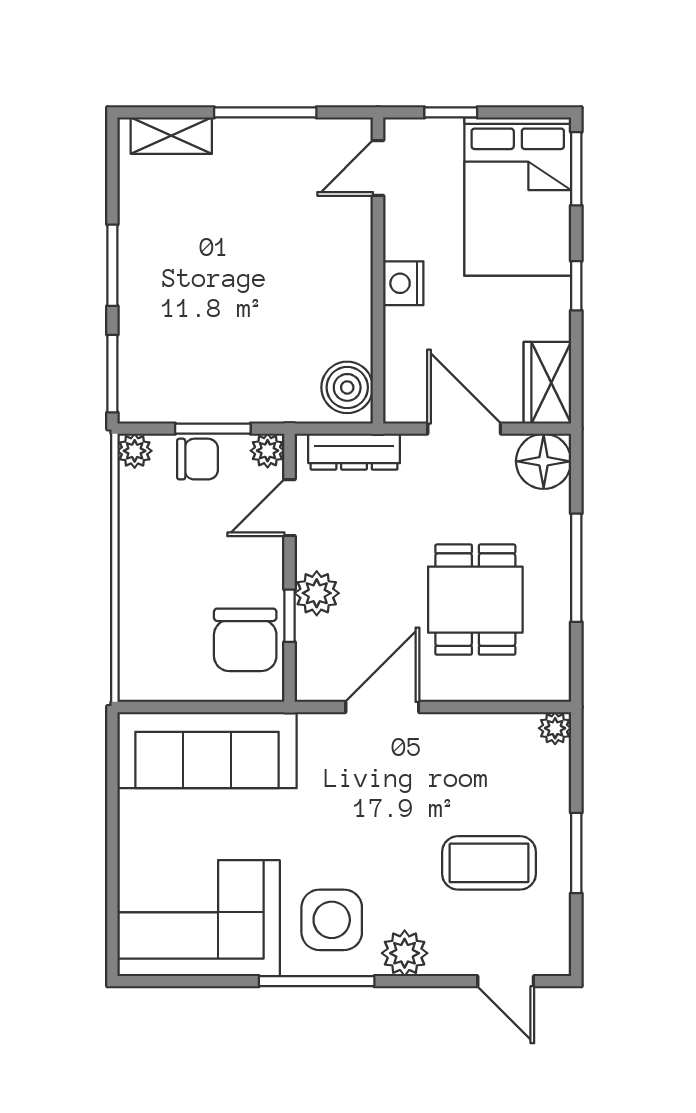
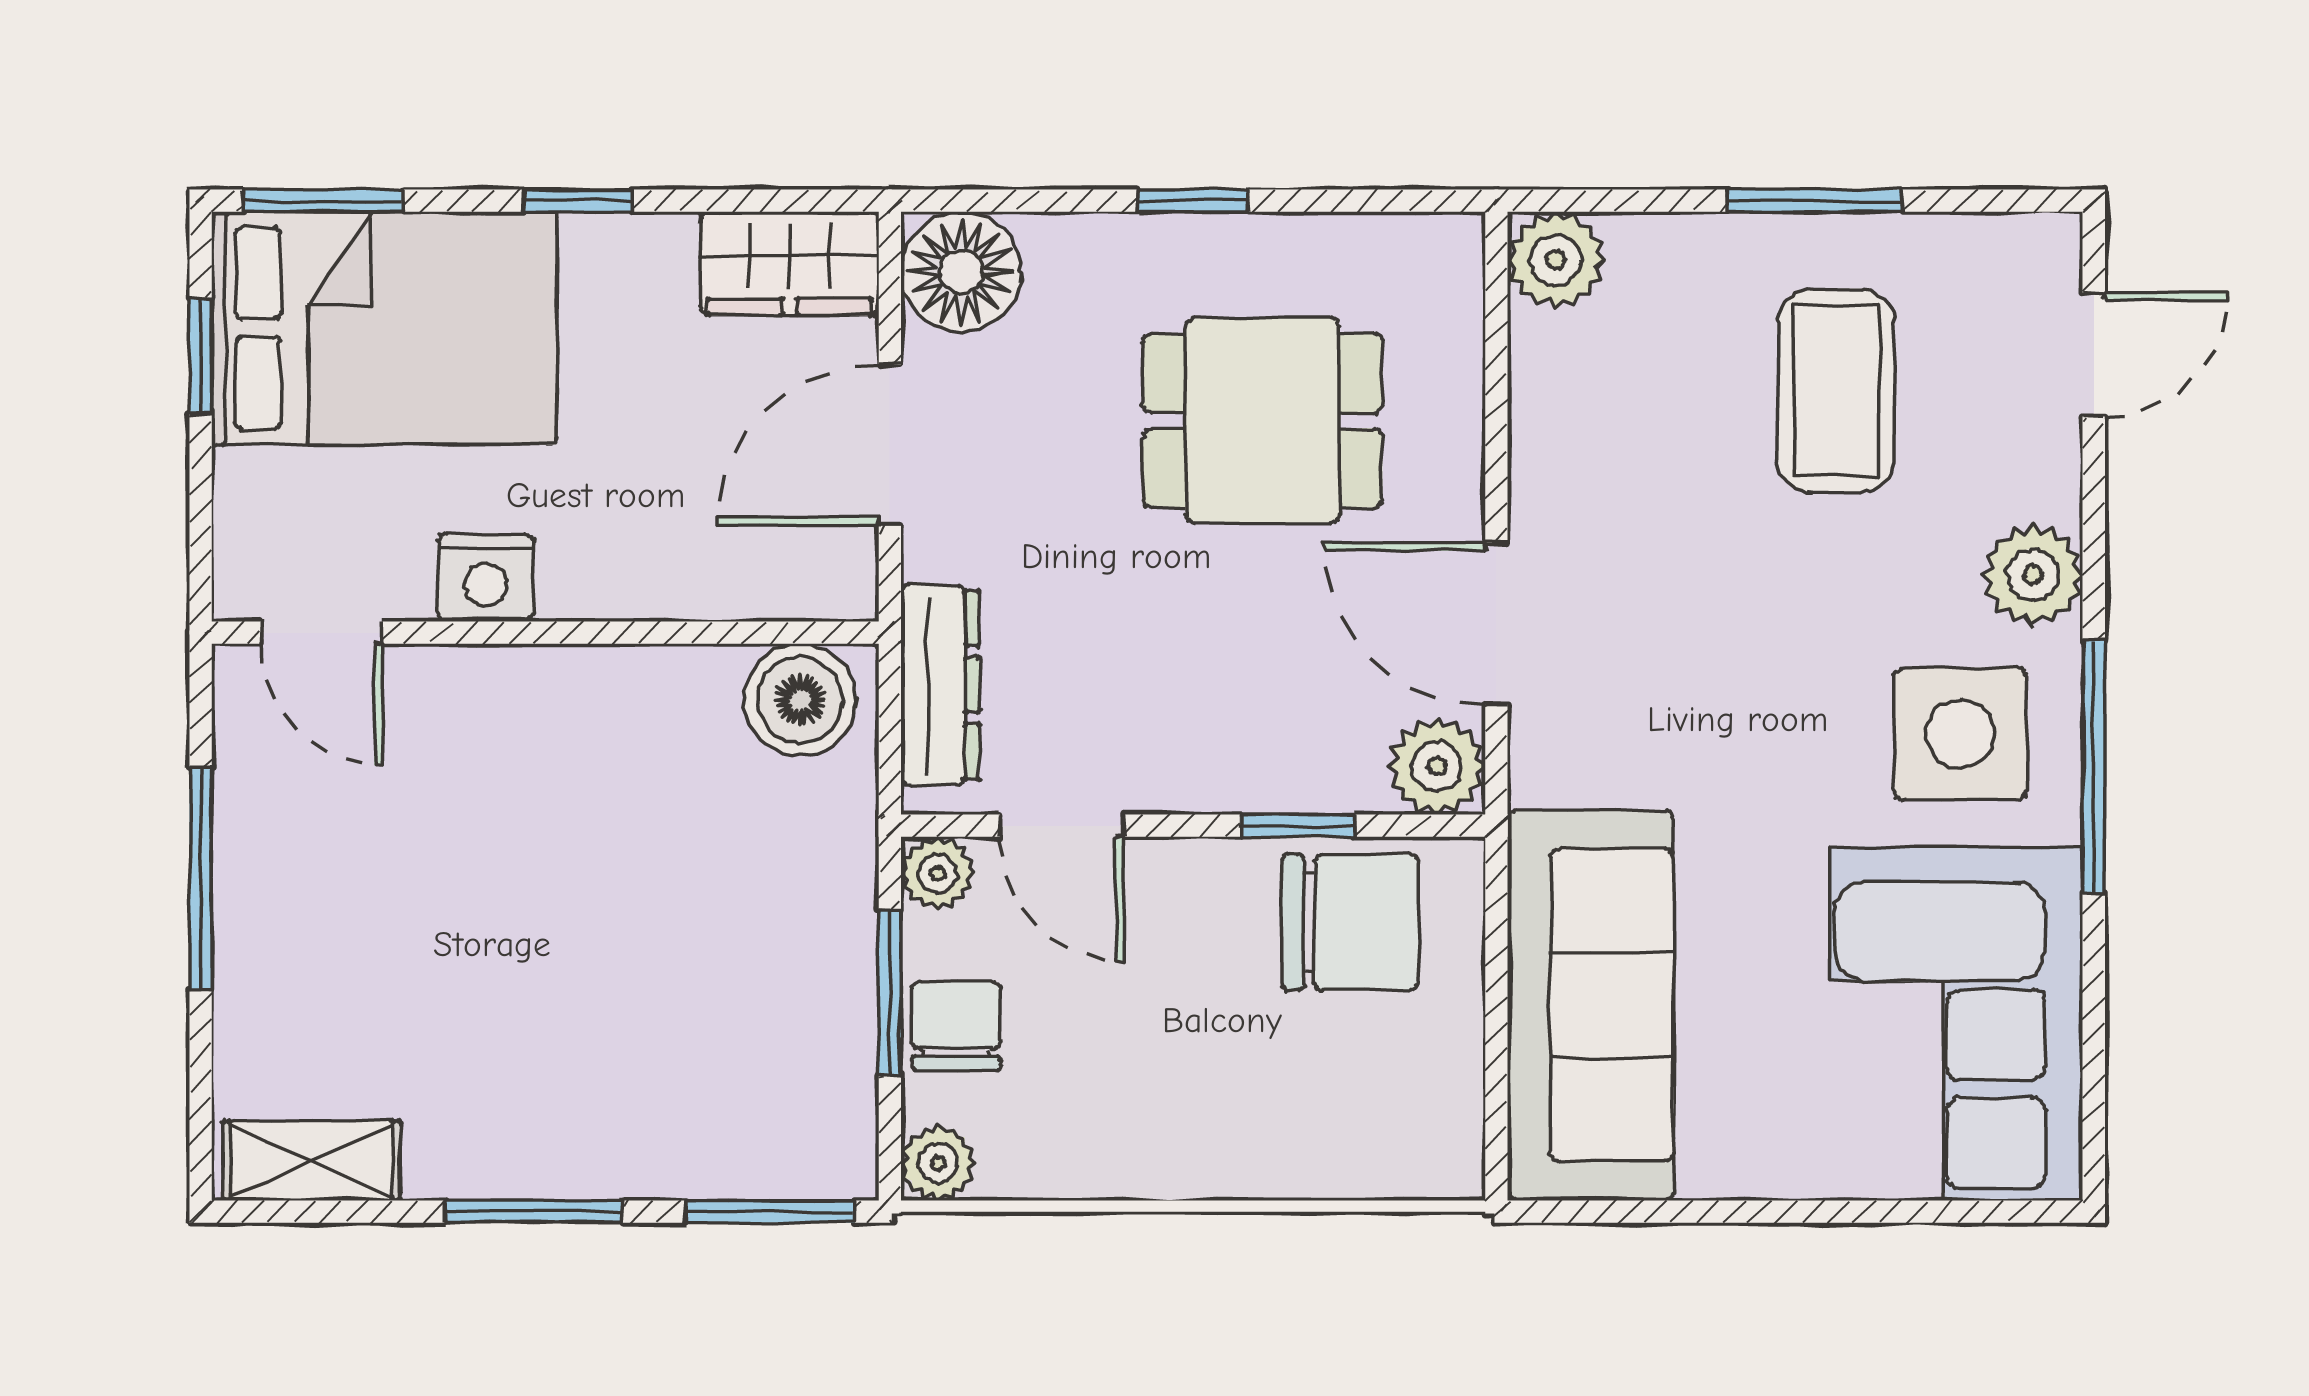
window: (451, 112) -> (201, 356), moved
shelving: (171, 136) -> (312, 1161), moved, turned 90
nightstand: (403, 283) -> (486, 578), moved
window: (576, 568) -> (1193, 201), width x0.46
plant: (317, 593) -> (1437, 766), moved
plant: (555, 728) -> (1556, 260), width x1.38, depth x1.38

